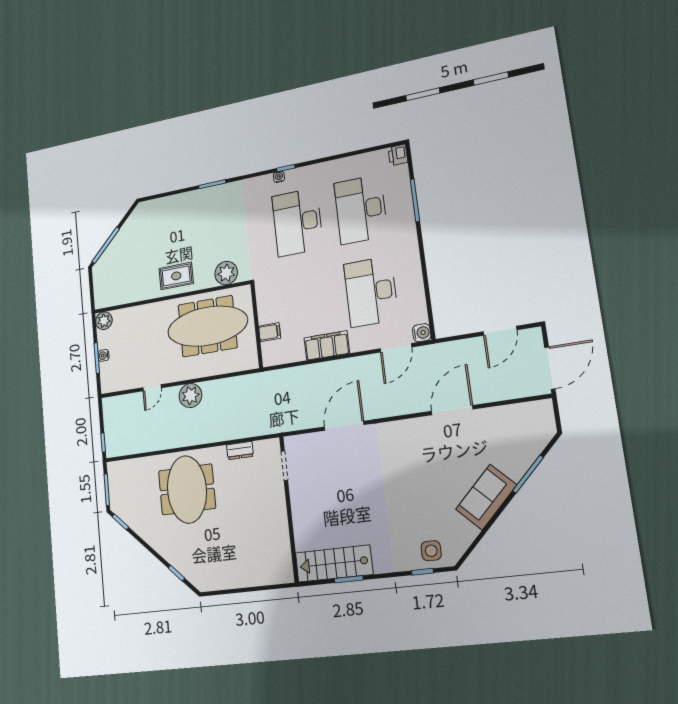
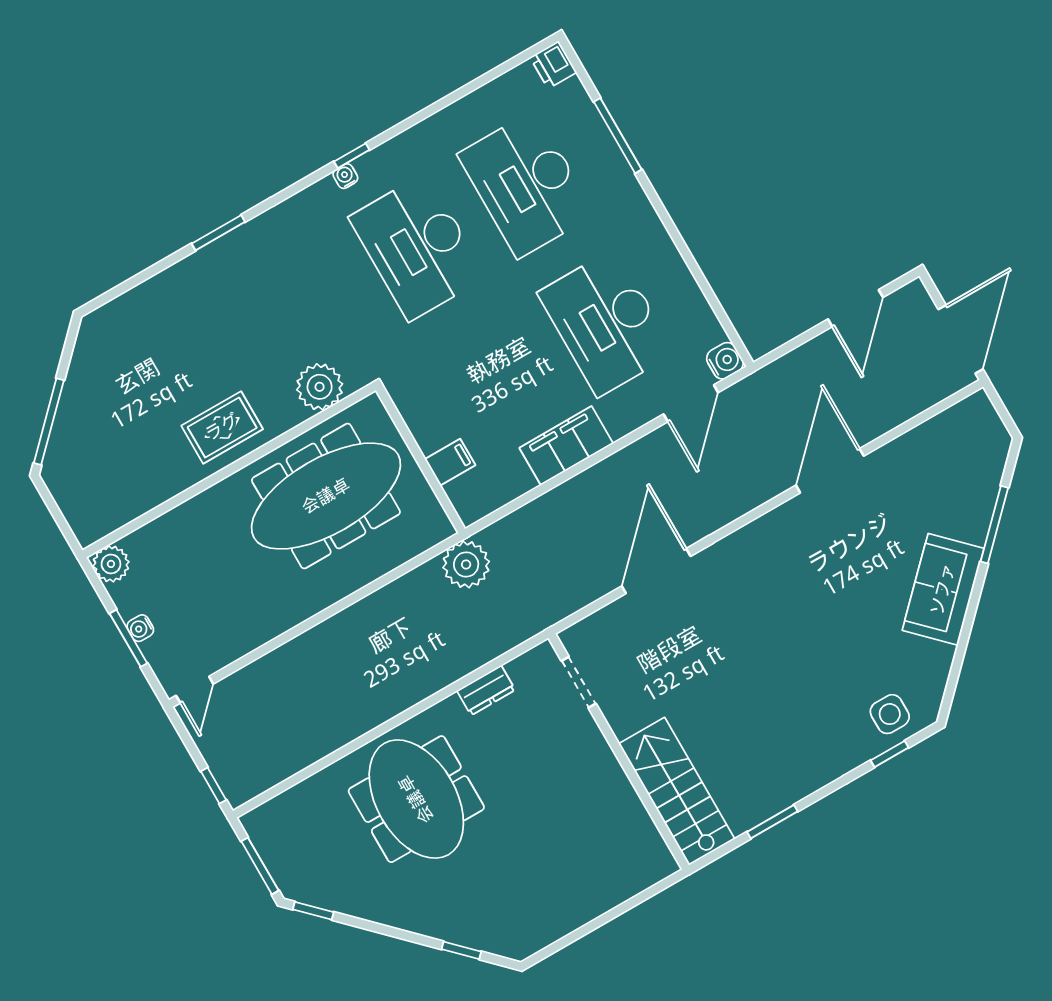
door: (152, 388) -> (195, 690), moved
plant: (190, 396) -> (466, 565), moved
stairs: (334, 564) -> (677, 791), moved, turned 90

